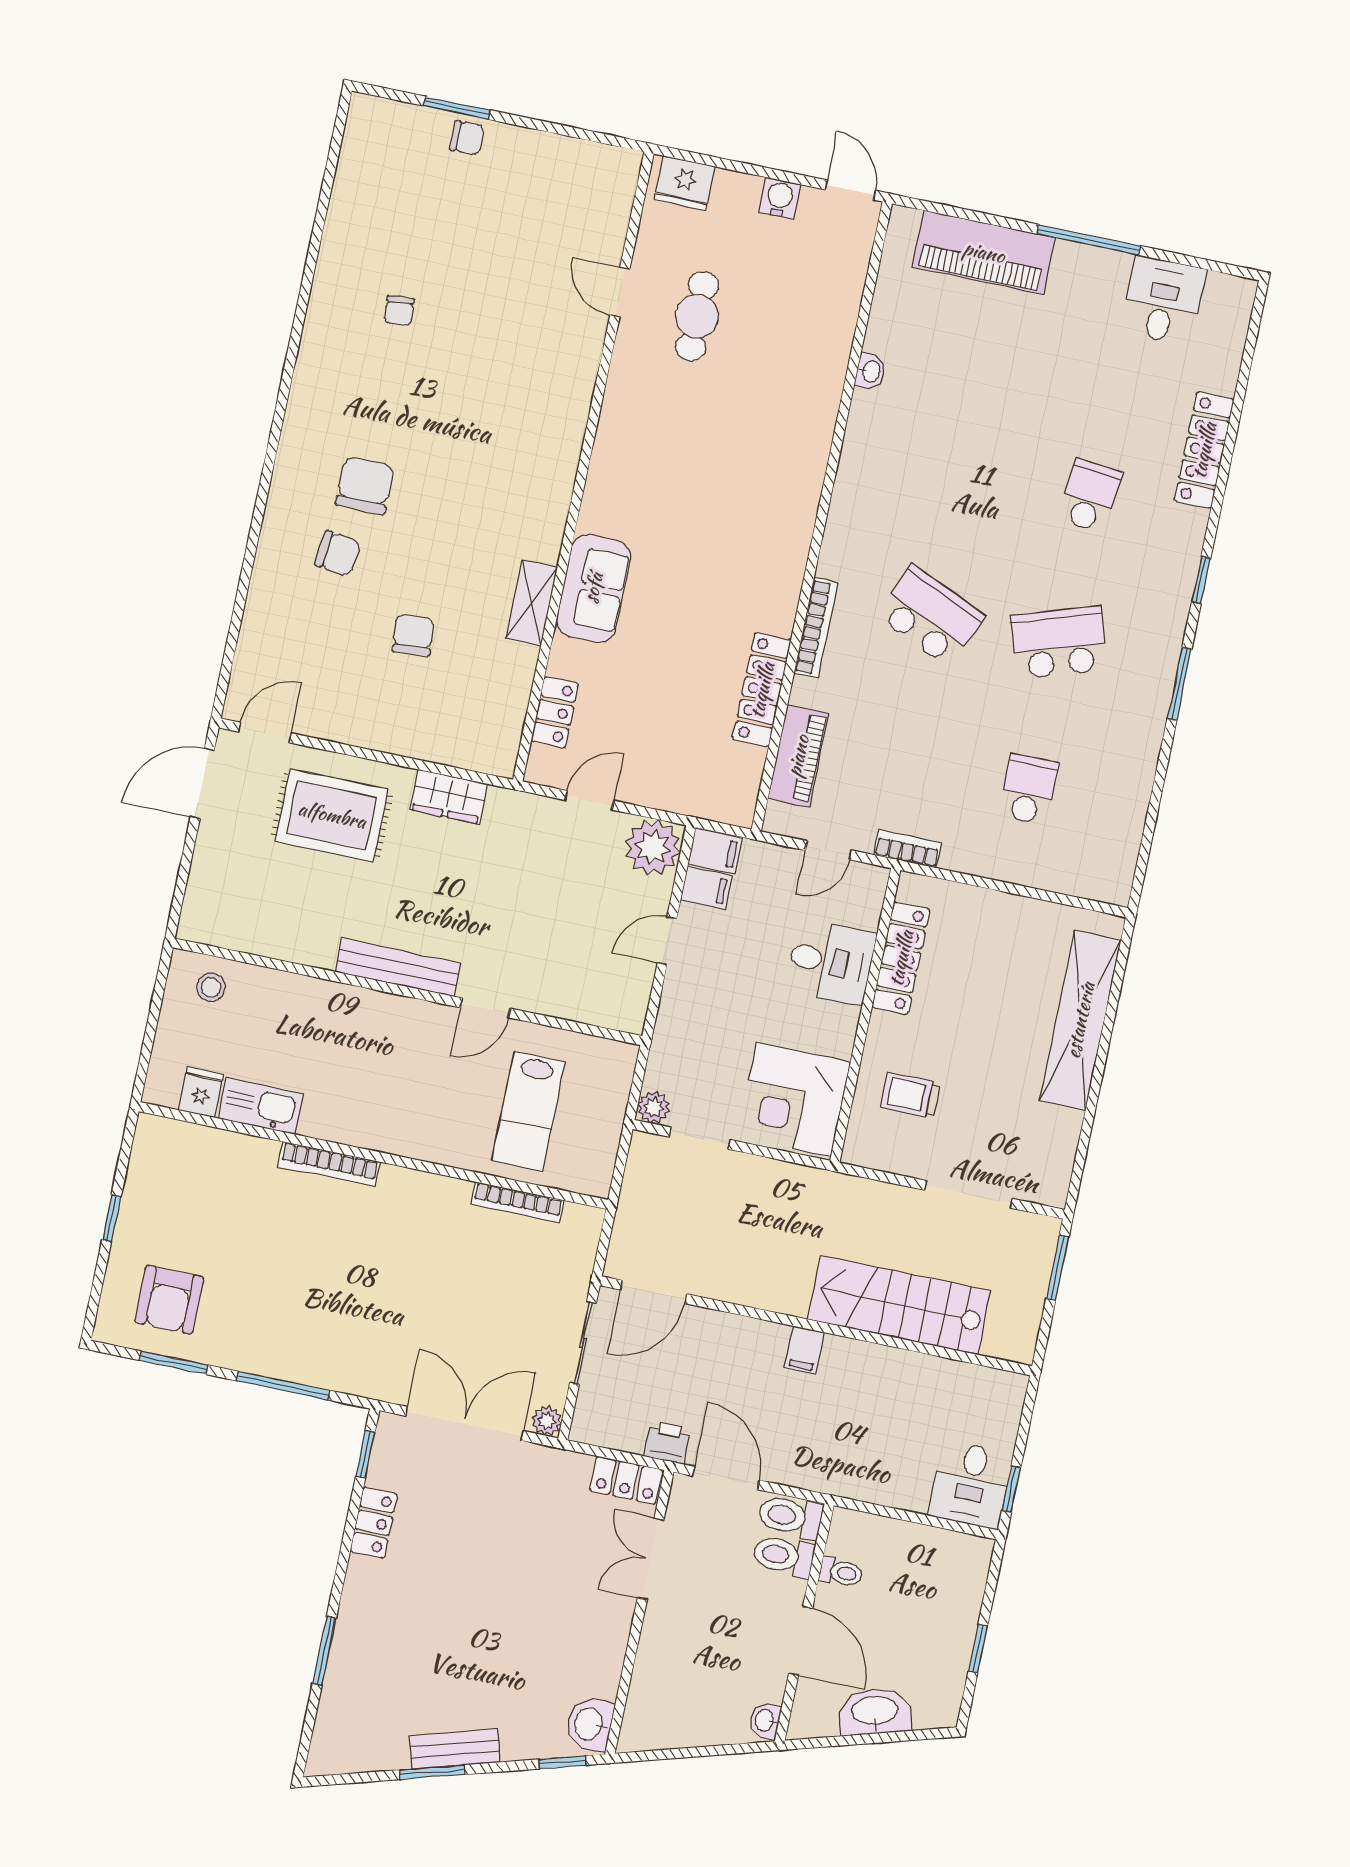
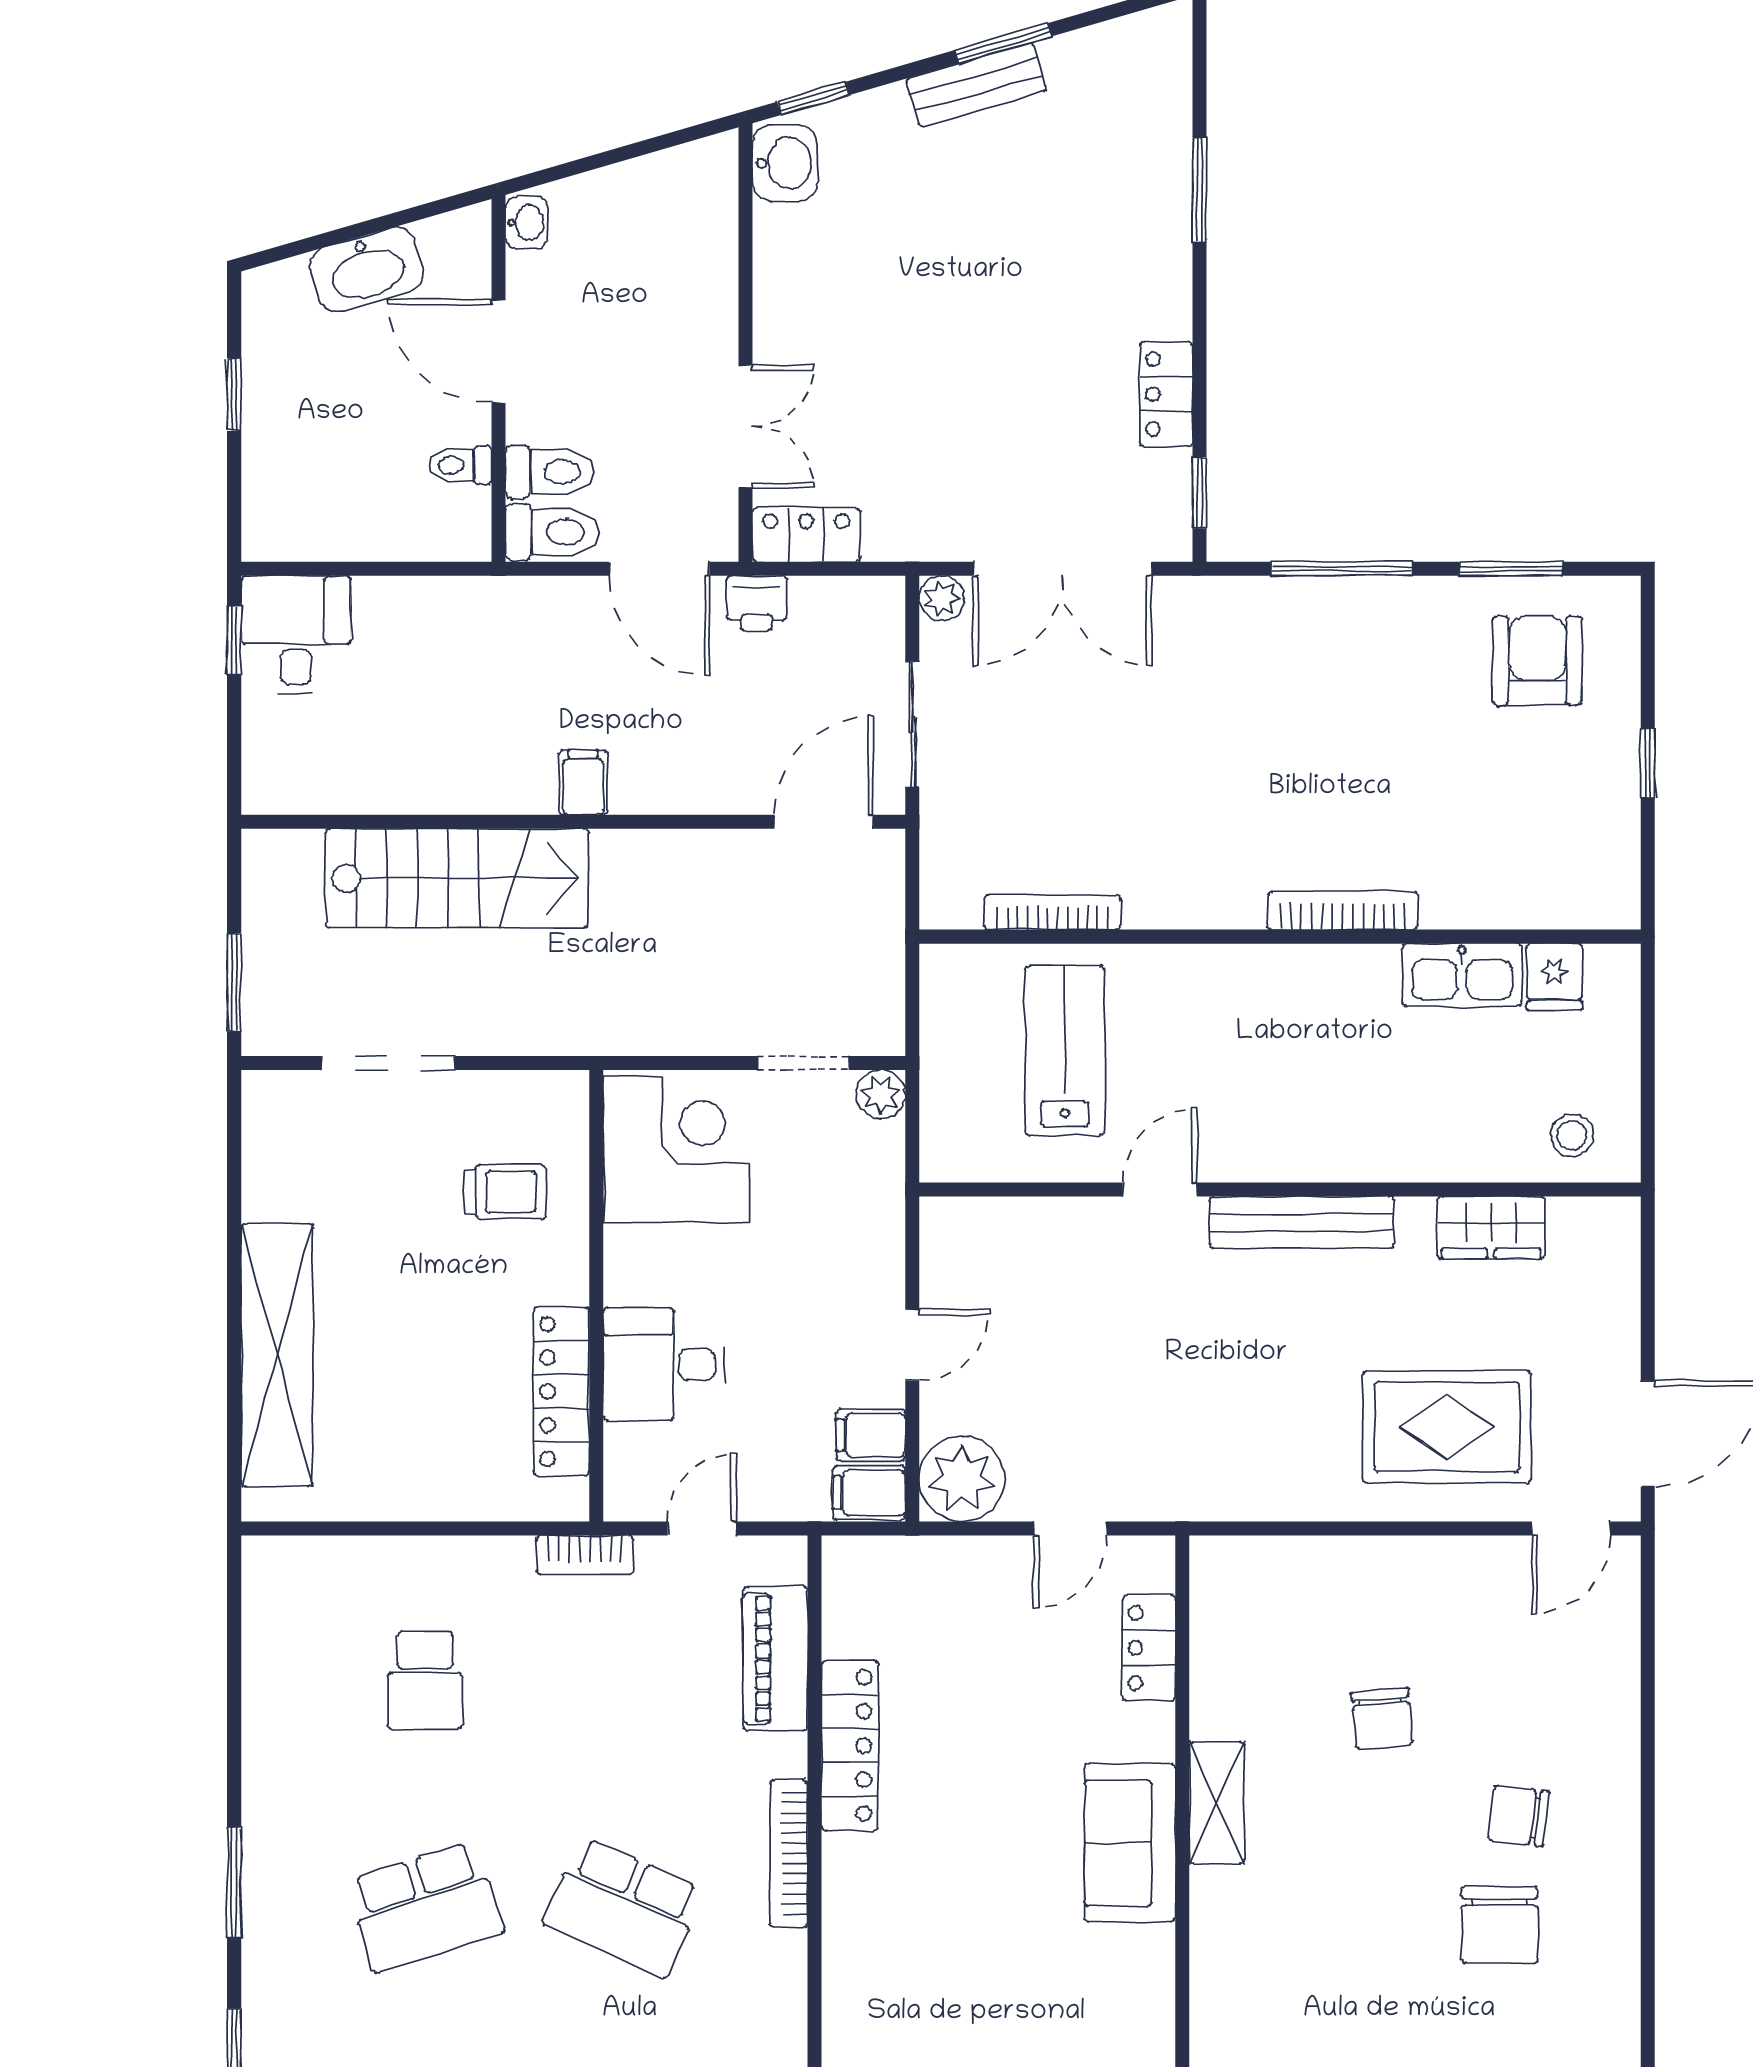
wardrobe: (449, 797) -> (1491, 1228), moved, turned 180

